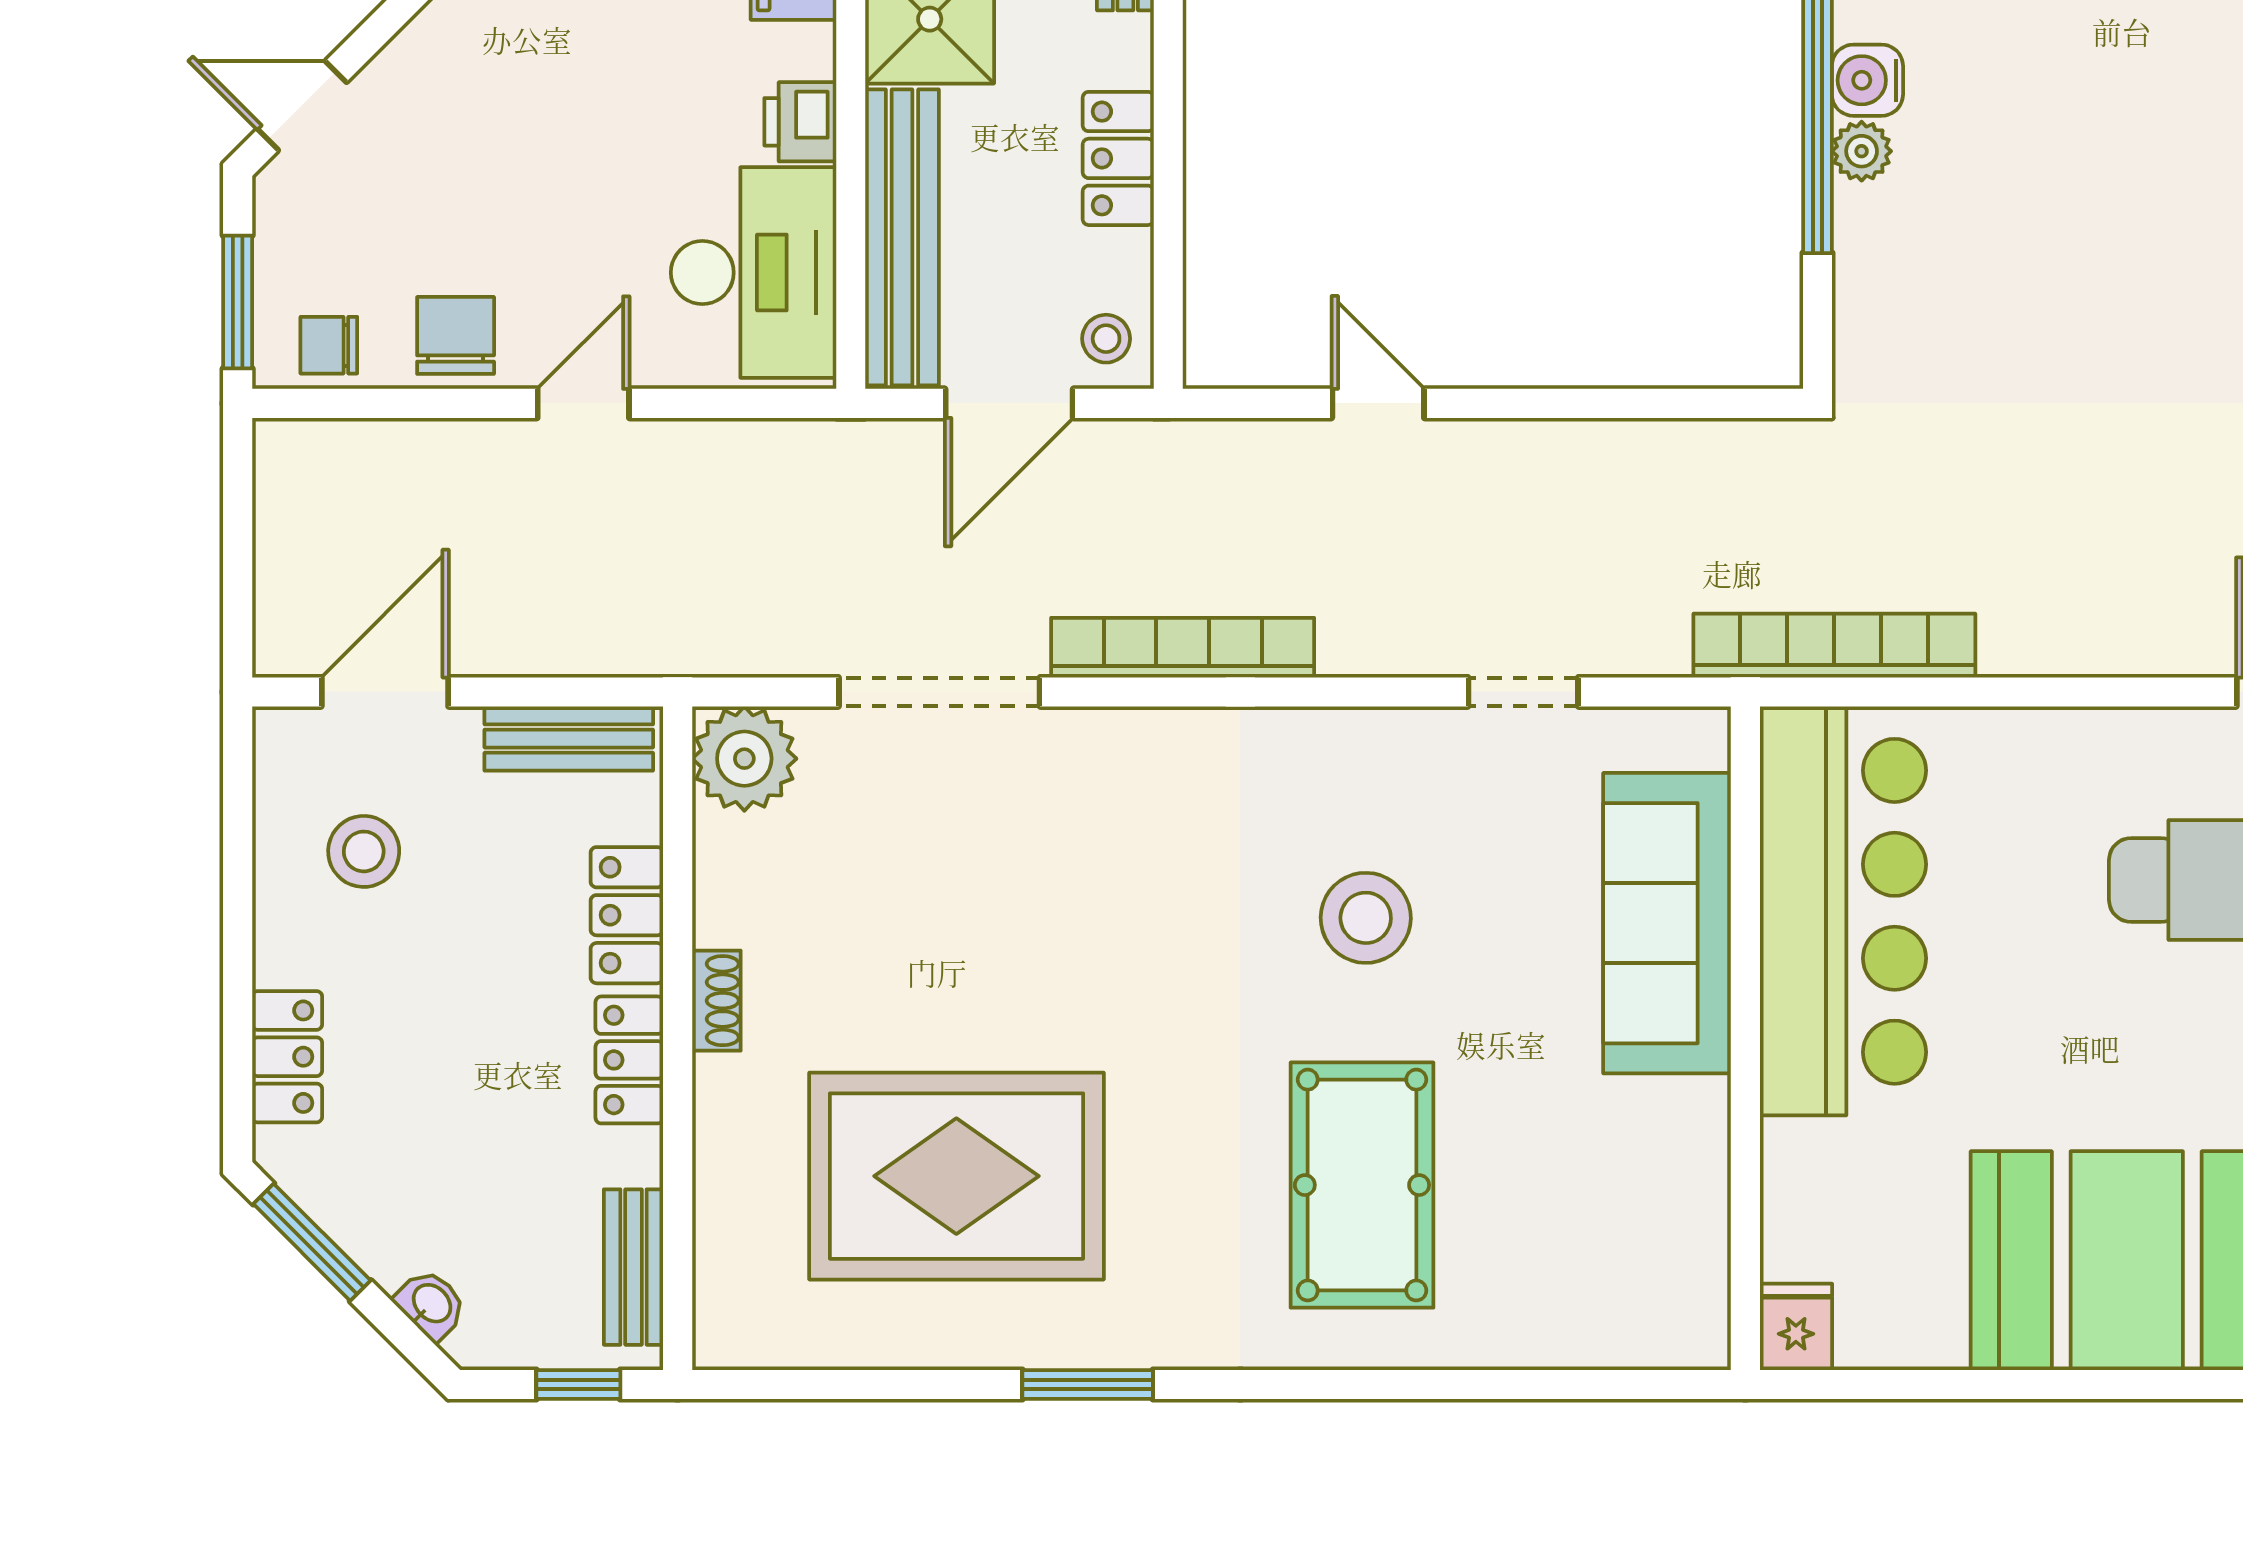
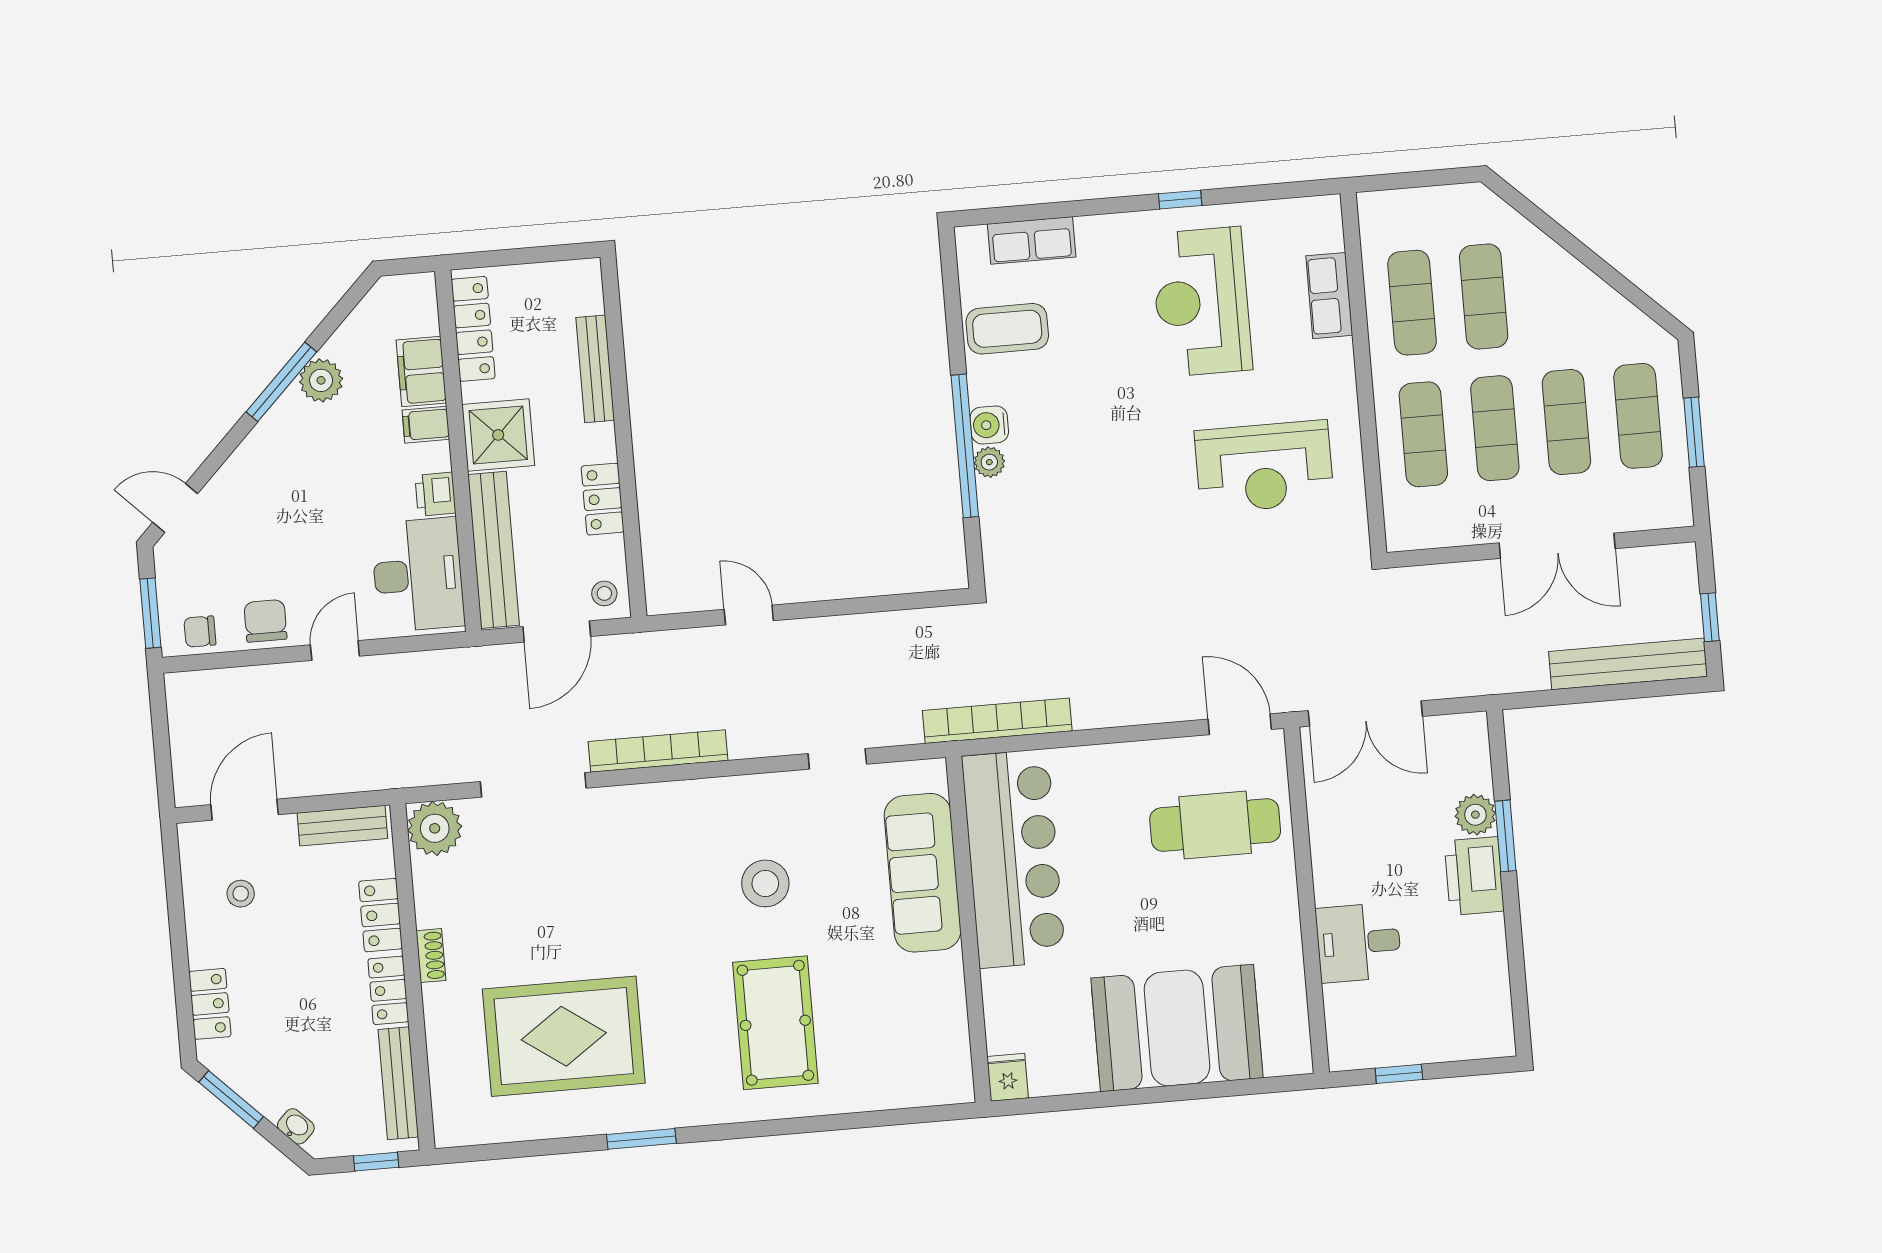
stool: (364, 851) -> (241, 894), width x0.73, depth x0.73
bench: (634, 1267) -> (398, 1083), width x1.36

